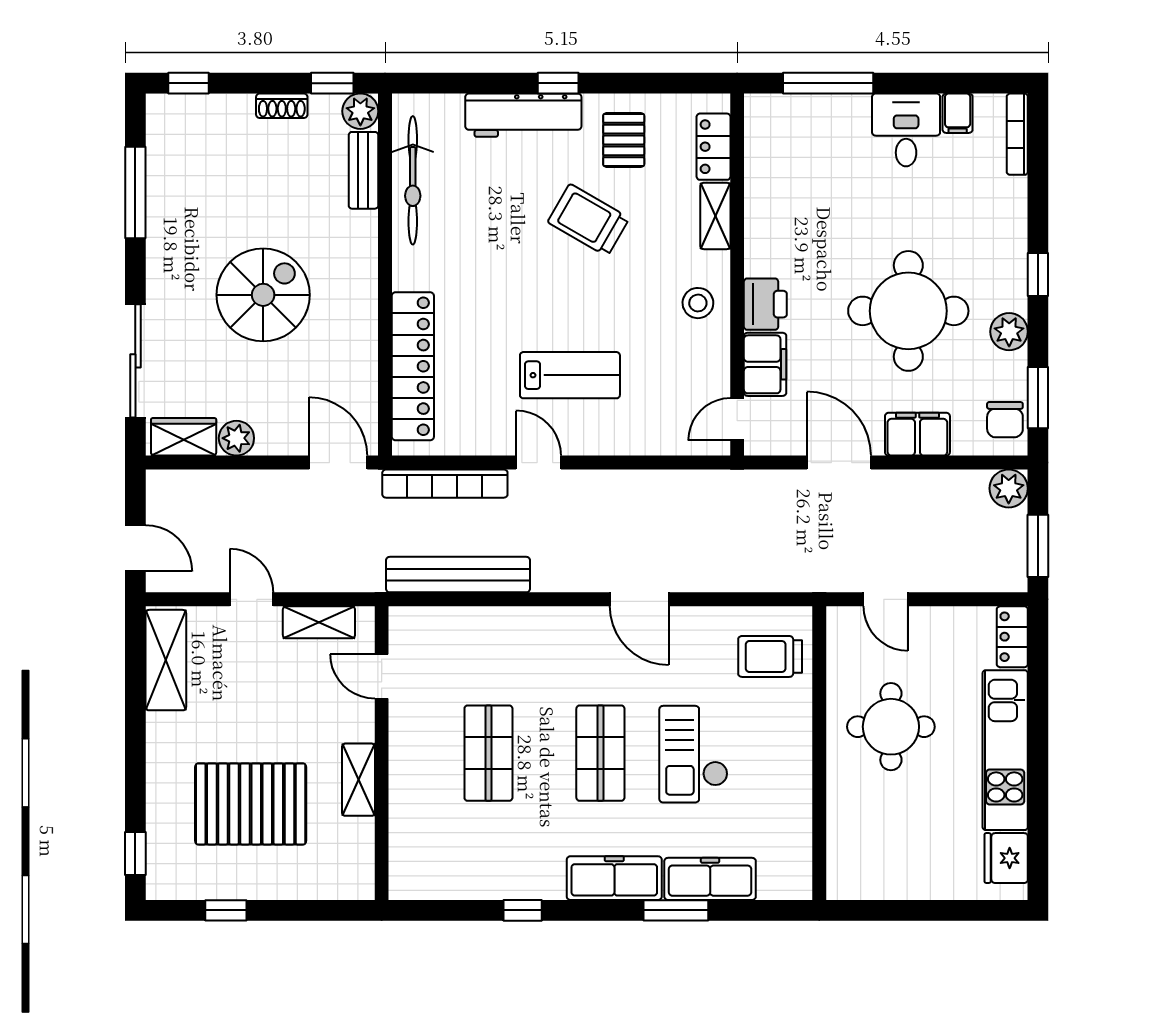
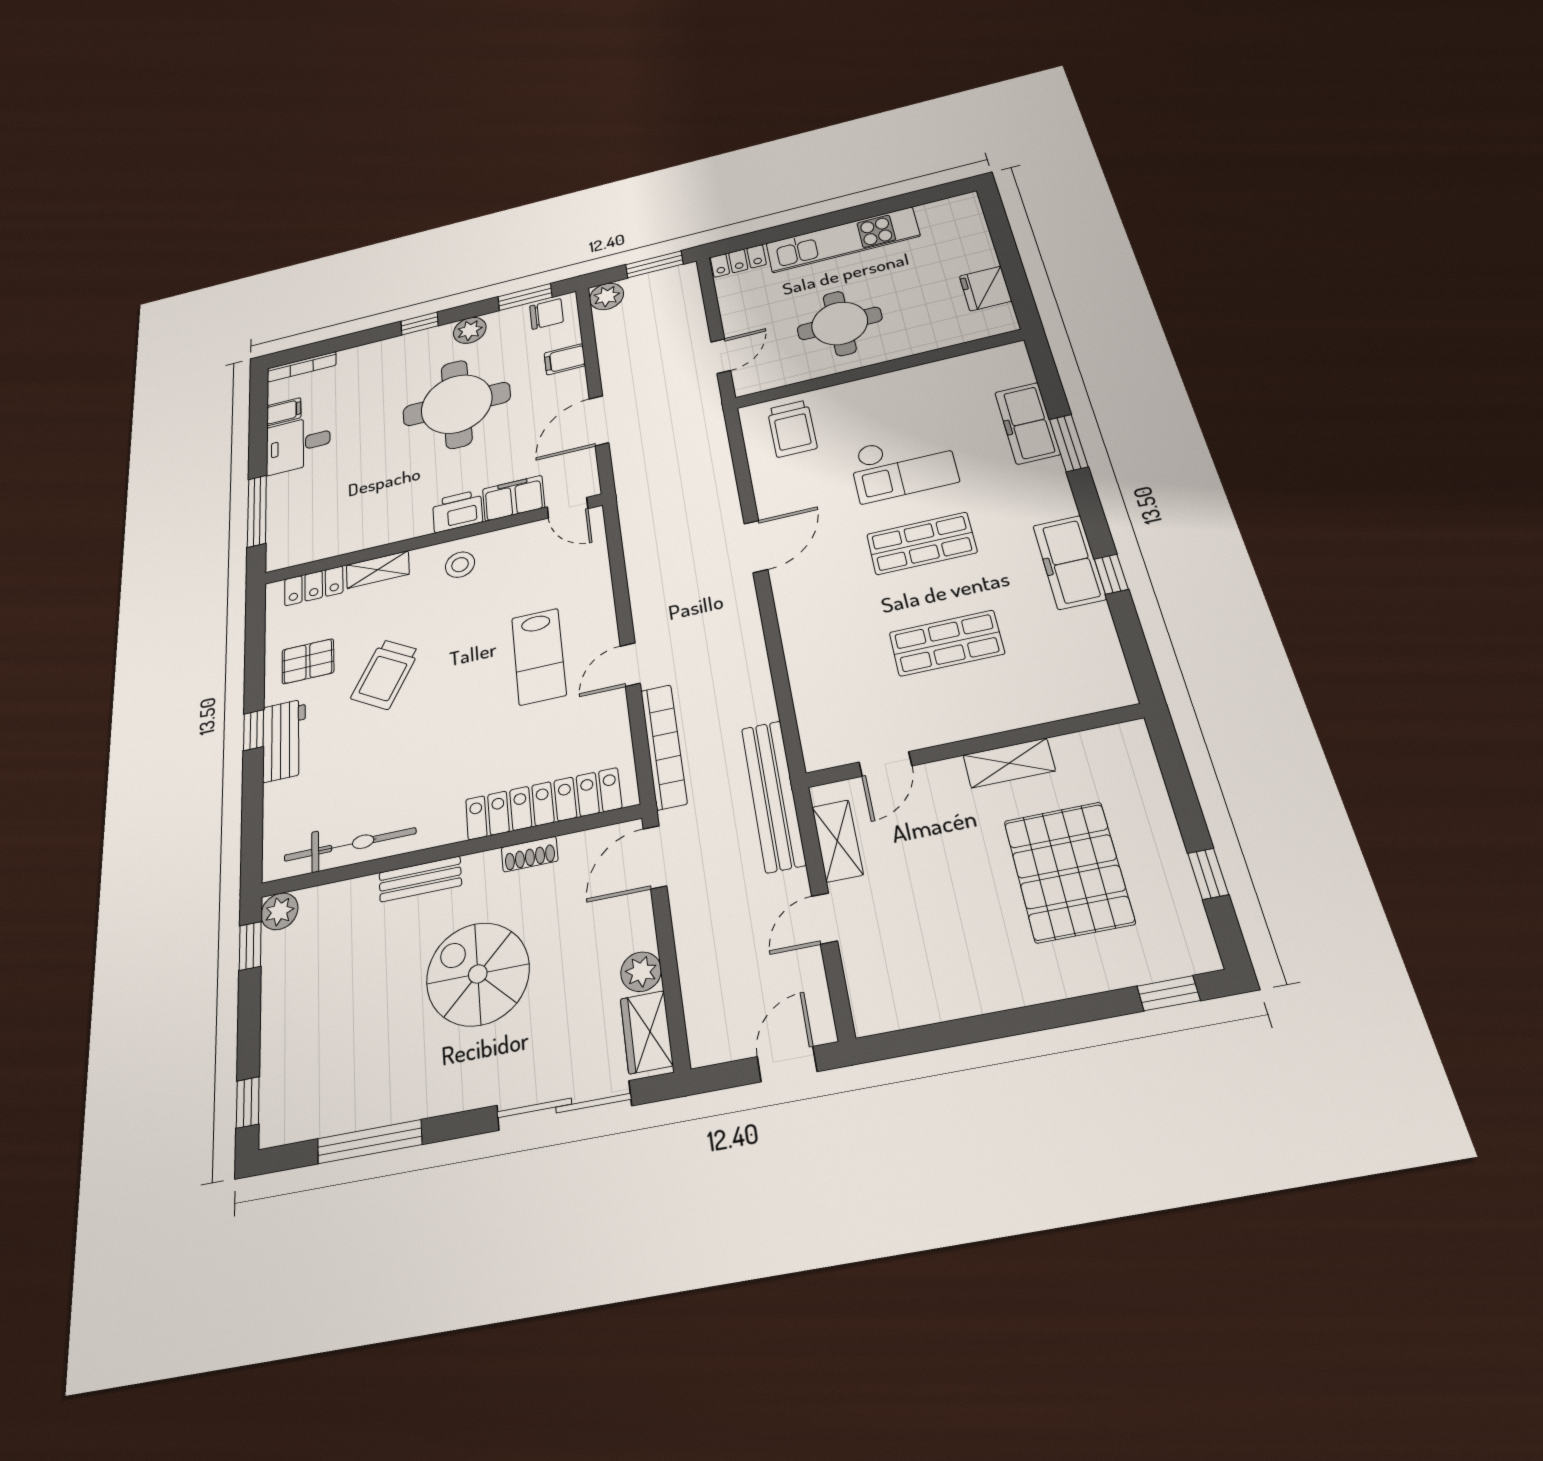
shoe rack: (282, 106) -> (530, 854), moved, turned 90
workbench: (523, 115) -> (284, 740), width x0.73
bench: (363, 170) -> (420, 879), moved
lab bench: (570, 375) -> (539, 656), turned 180
filing cabinet: (917, 434) -> (565, 359), width x0.50
bench: (458, 575) -> (773, 795), moved
shelving: (166, 660) -> (917, 1002), removed
fridge: (1006, 858) -> (985, 289), moved, turned 90
freezer: (614, 878) -> (1069, 562), moved

